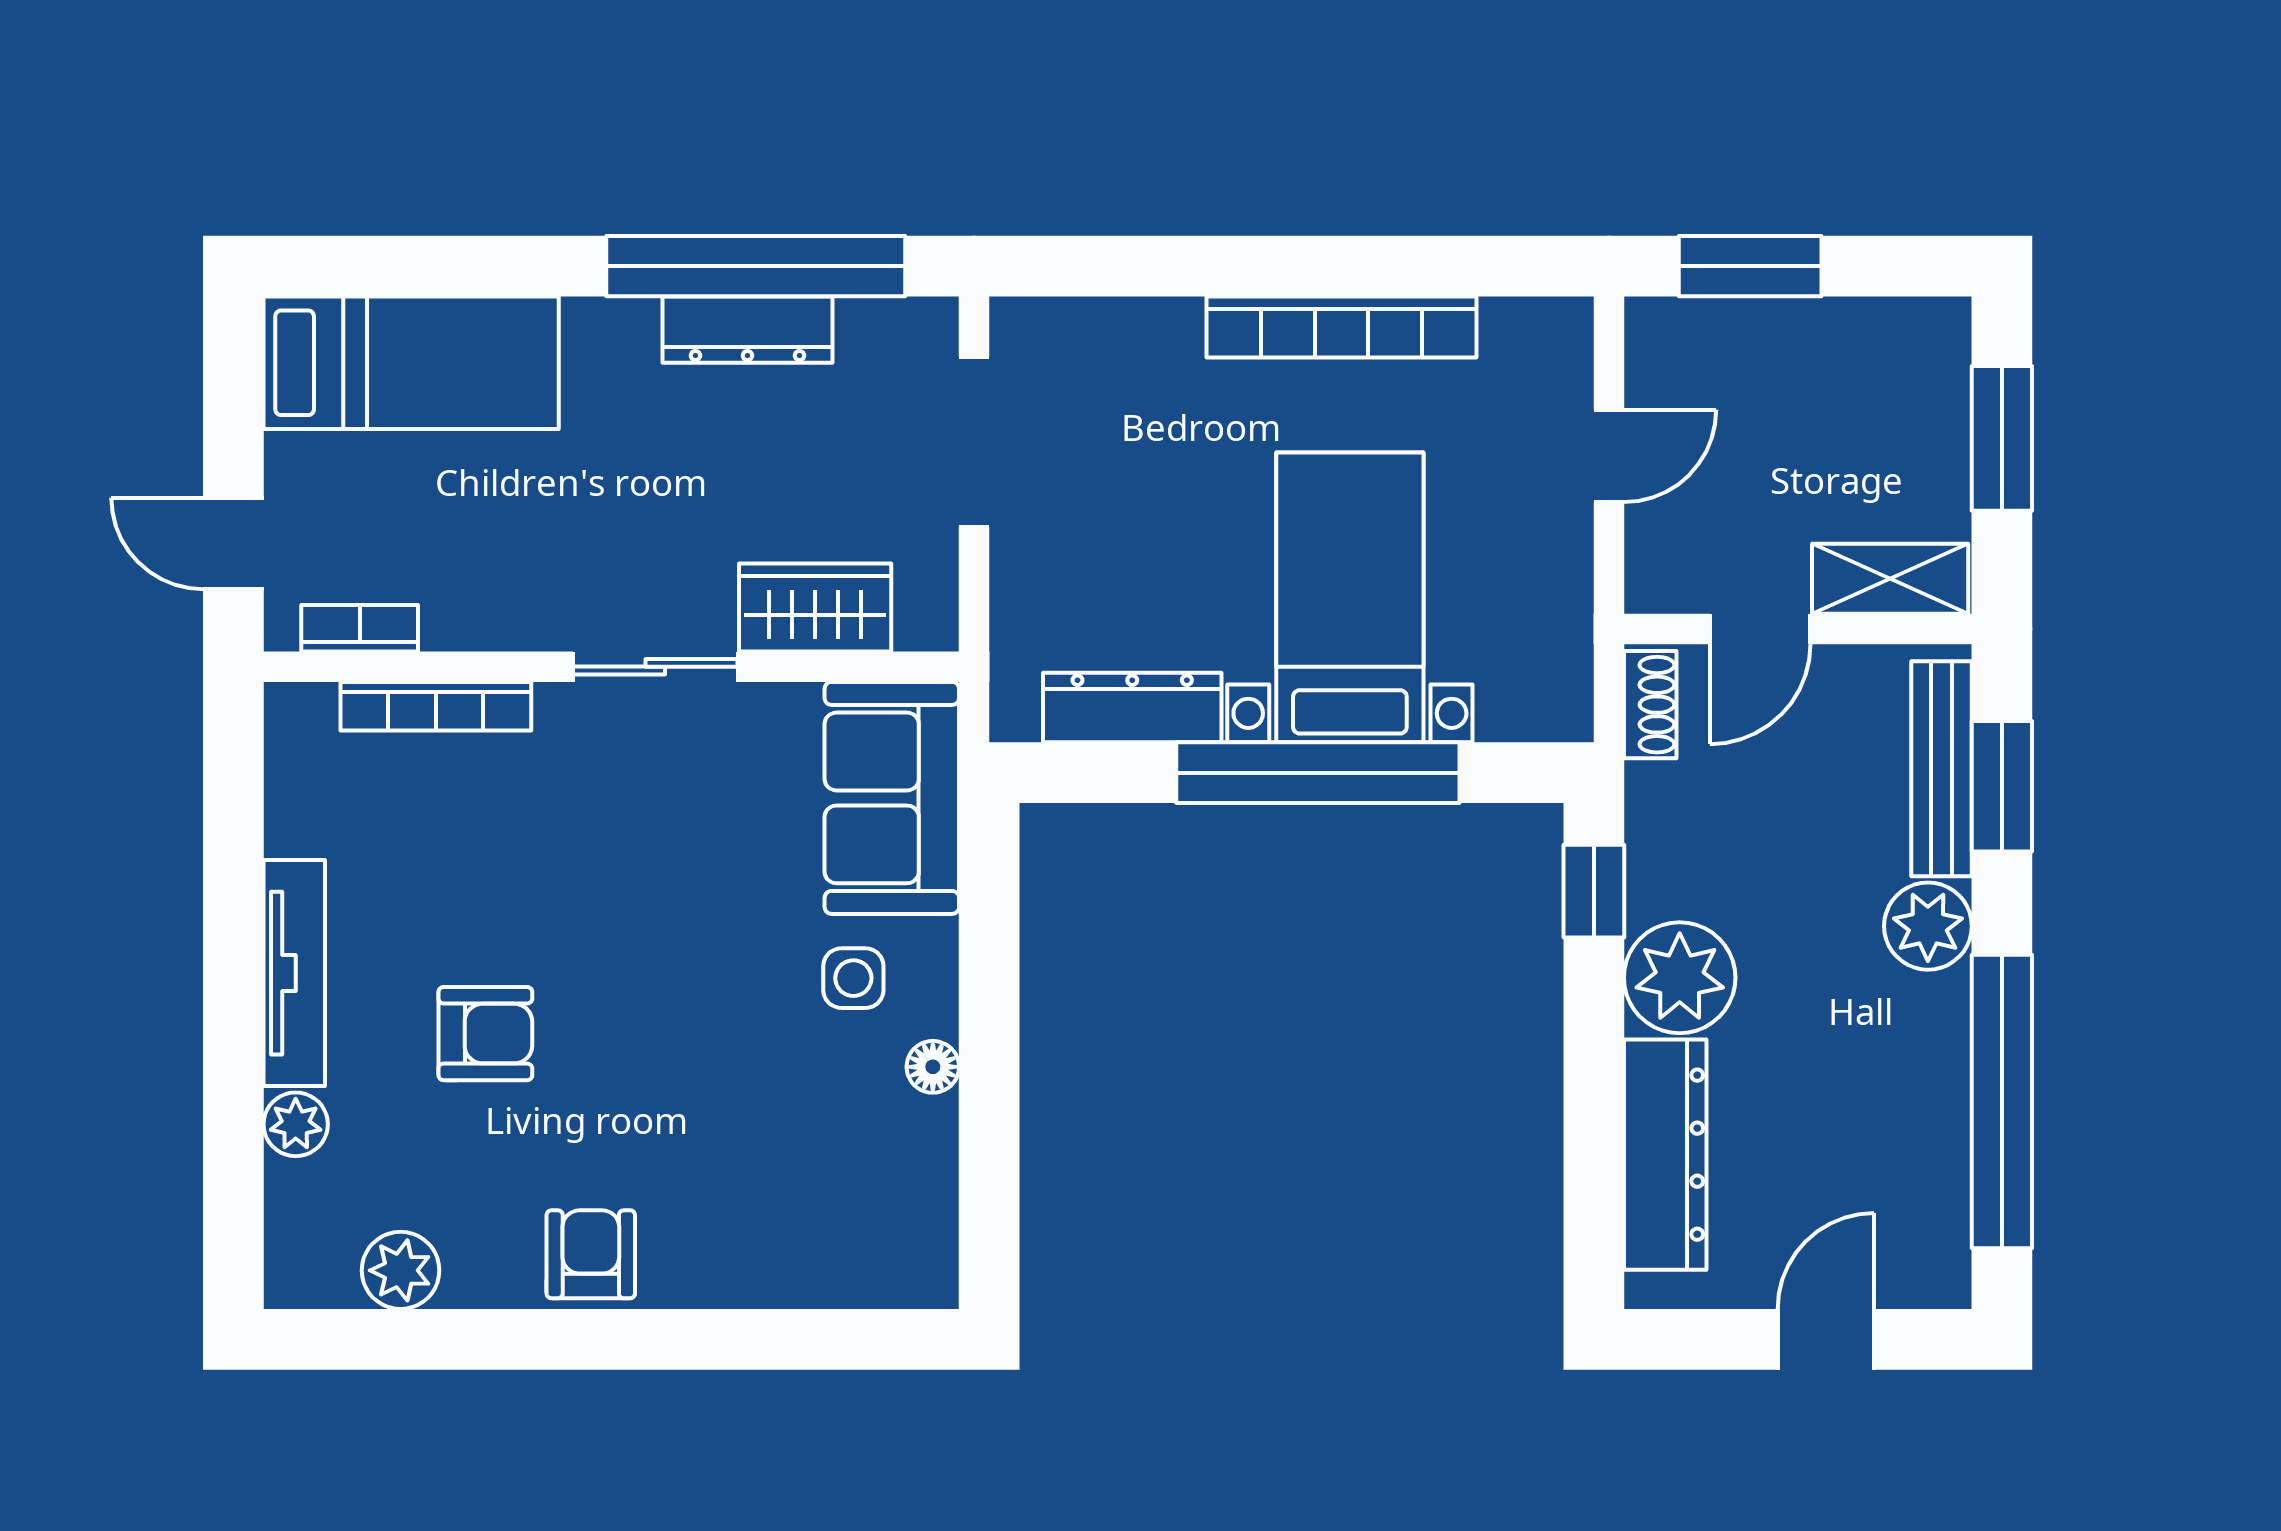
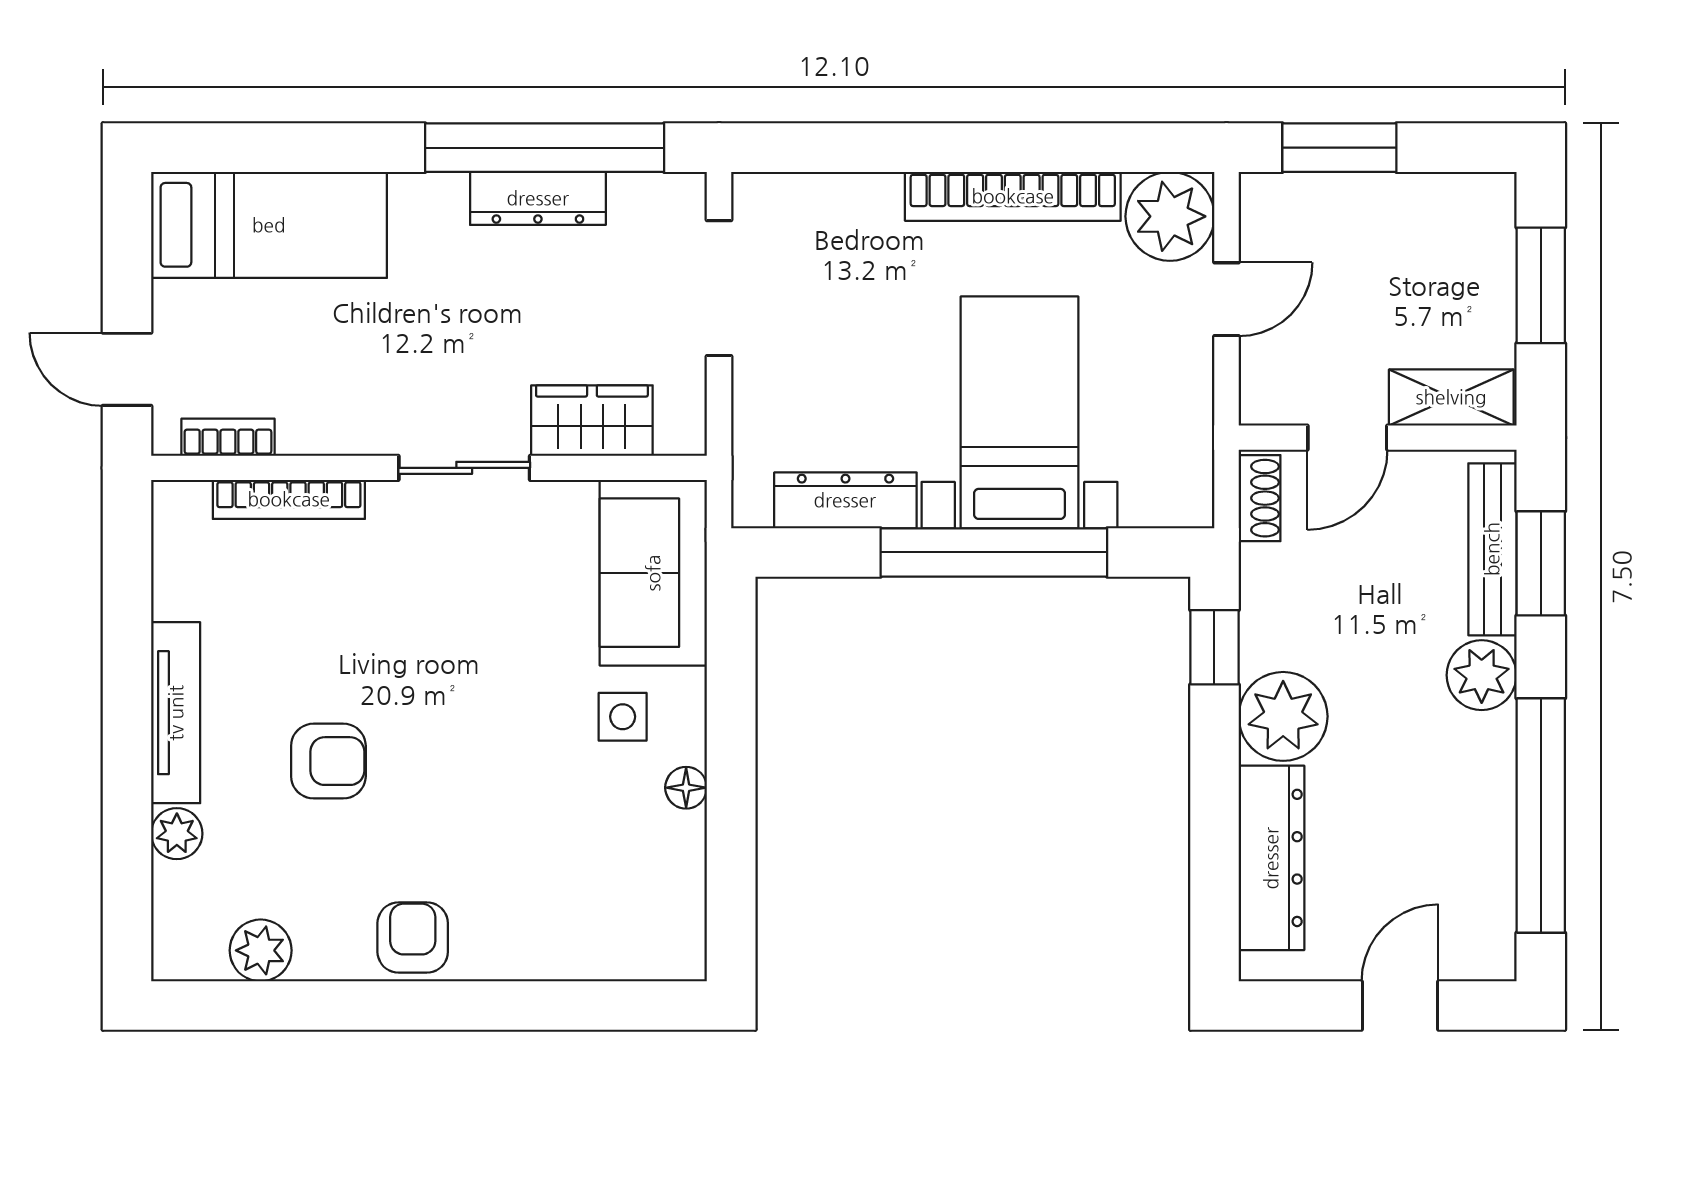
plant: (1538, 352) -> (1170, 216), added

